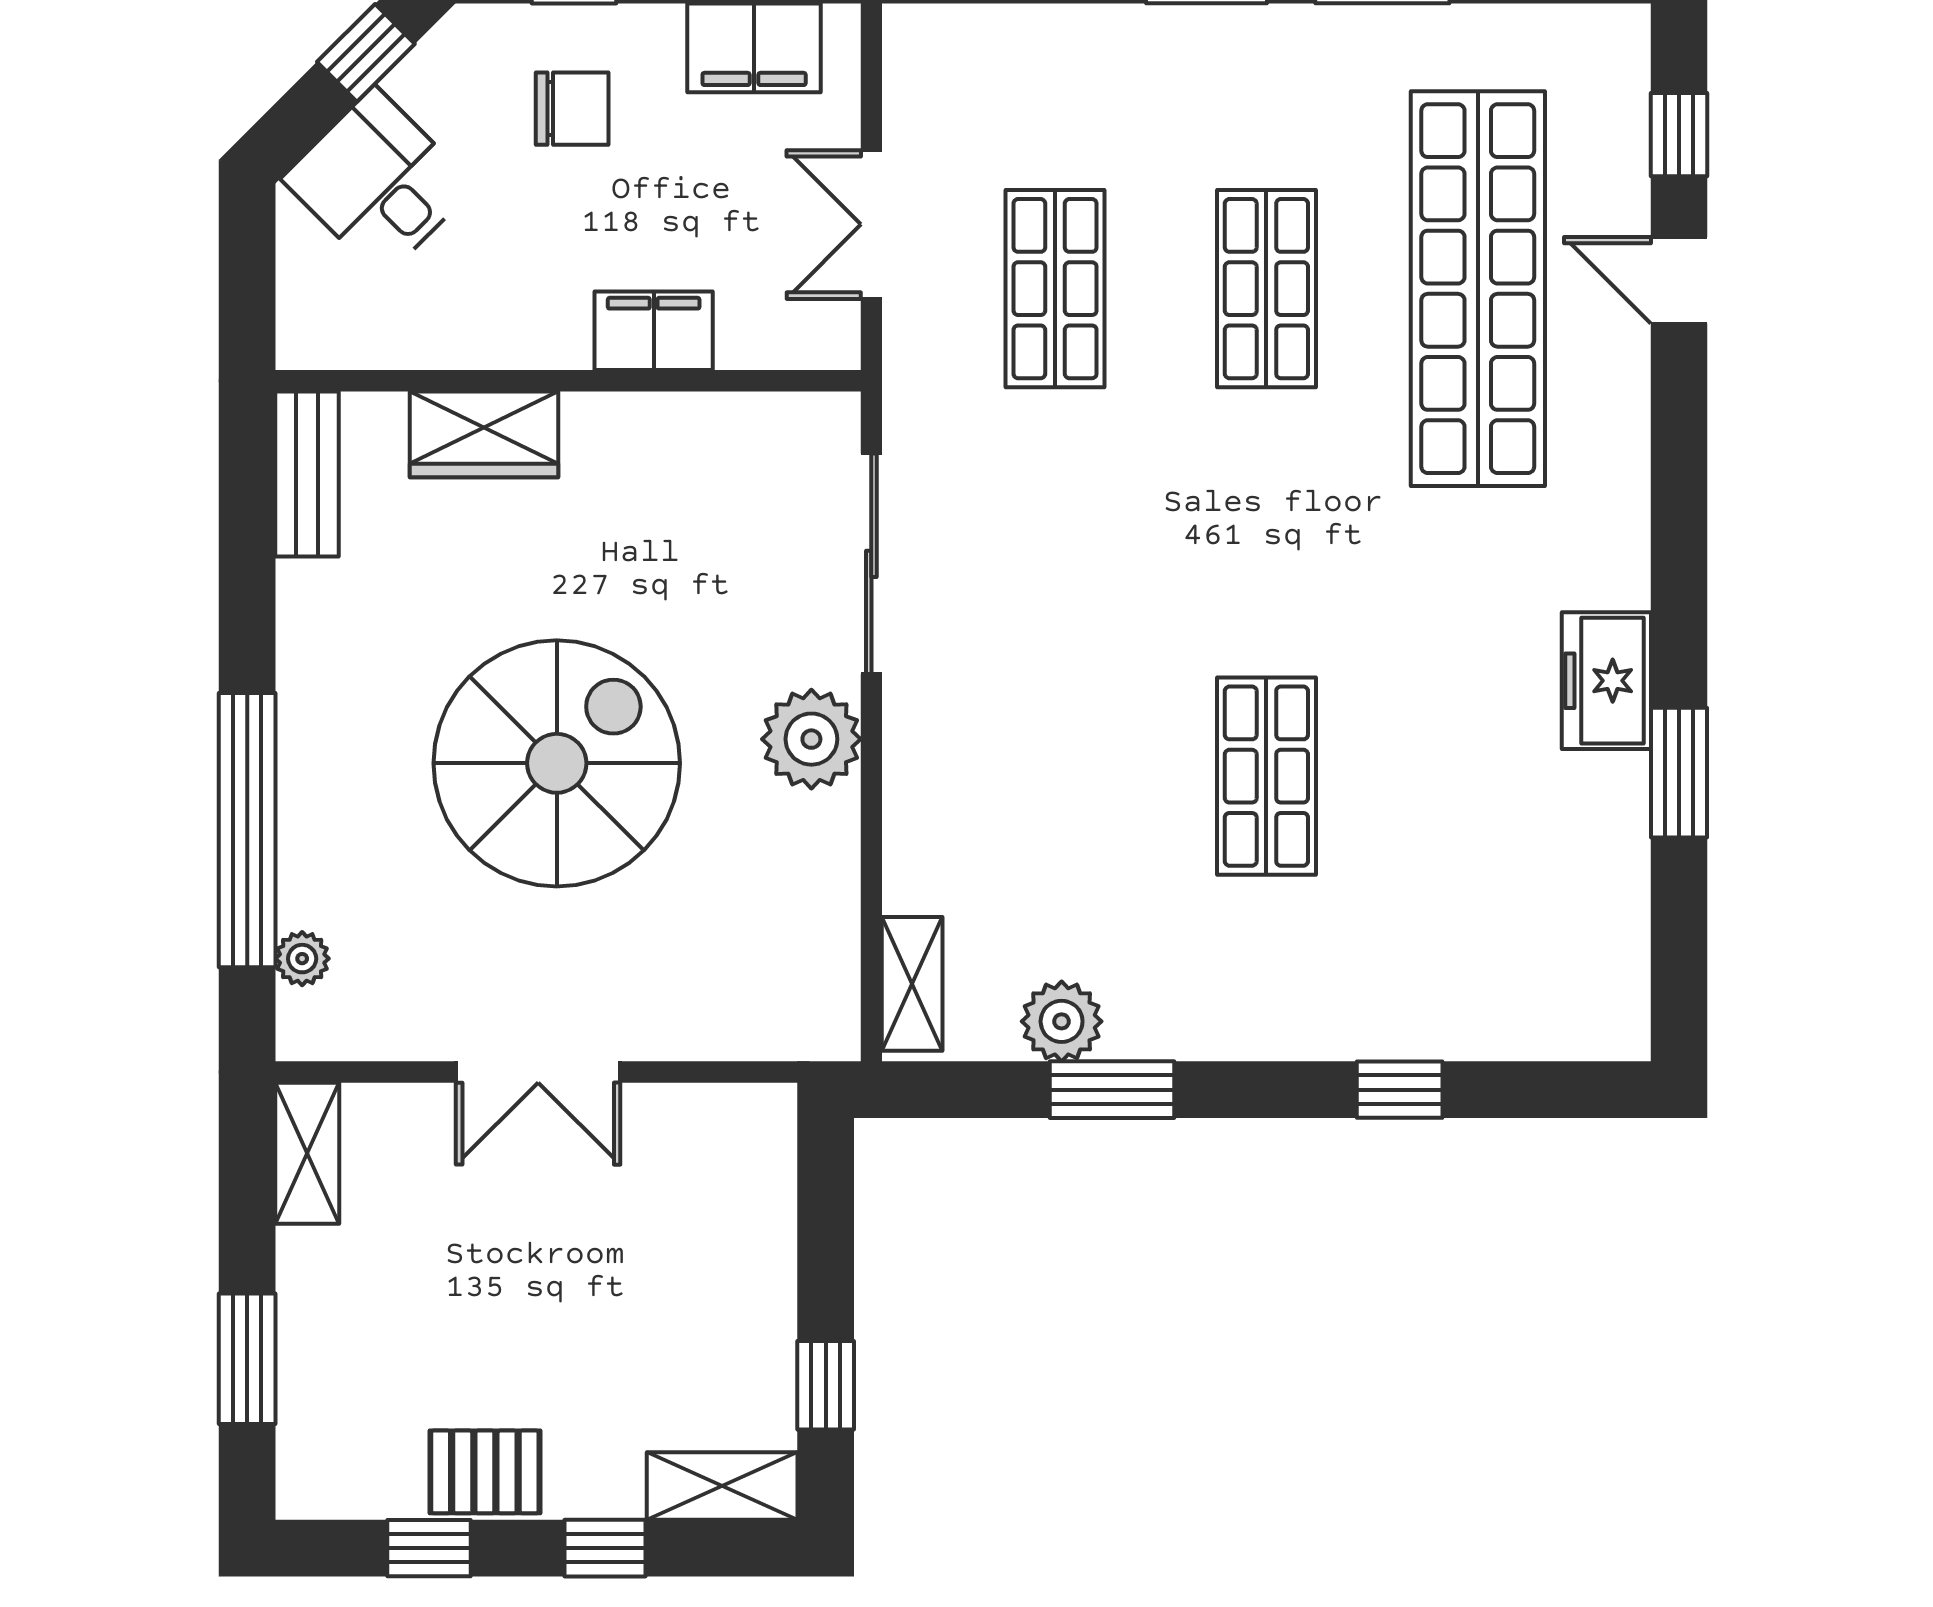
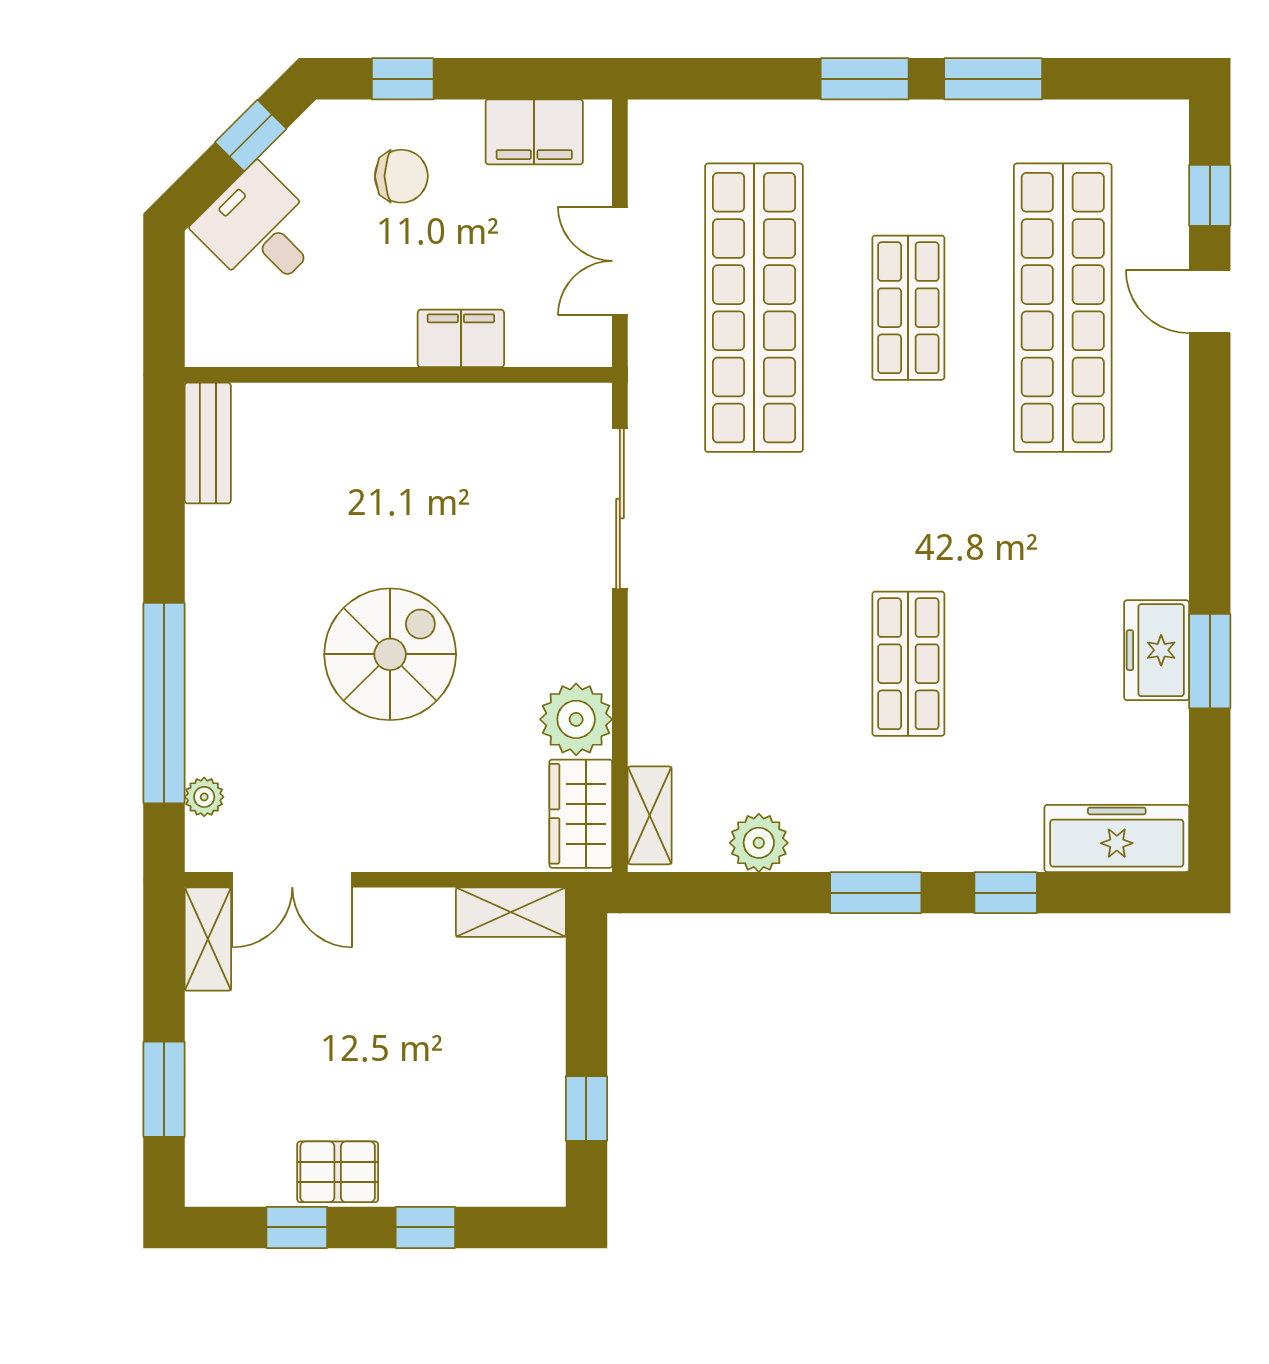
shop shelf: (1055, 289) -> (754, 308), width x2.00, depth x1.36
wardrobe: (484, 434) -> (581, 814), moved, turned 90
freezer: (1606, 681) -> (1157, 650), moved
plant: (811, 739) -> (576, 719), moved
spiral stairs: (557, 763) -> (390, 654), width x0.73, depth x0.73
freezer: (1552, 1015) -> (1117, 838), added
double door: (538, 1072) -> (292, 880), moved
window: (1112, 1090) -> (876, 893), moved
shelving: (722, 1486) -> (511, 912), moved

